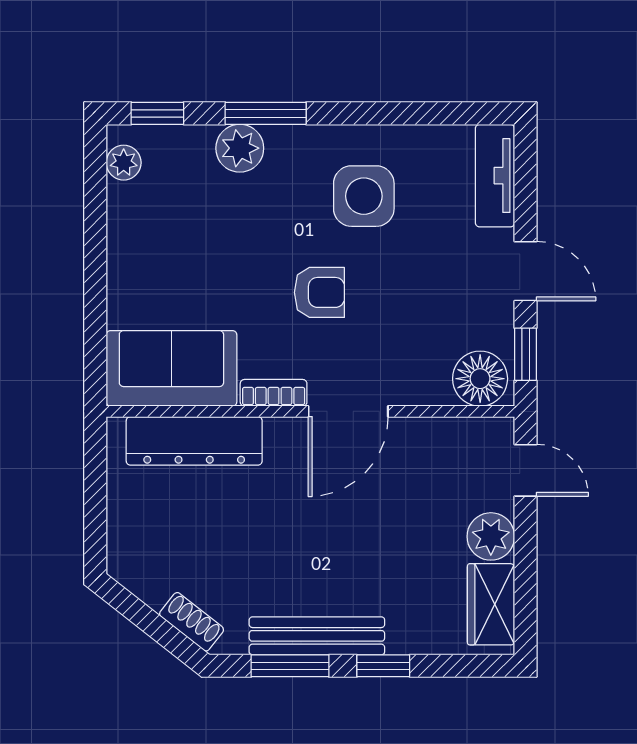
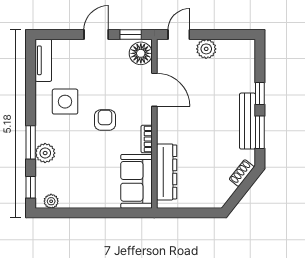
tv unit: (495, 176) -> (43, 60), moved, turned -90
door: (348, 411) -> (154, 90), moved
wardrobe: (491, 604) -> (234, 49), removed

